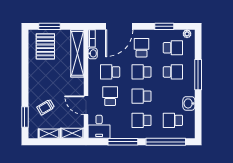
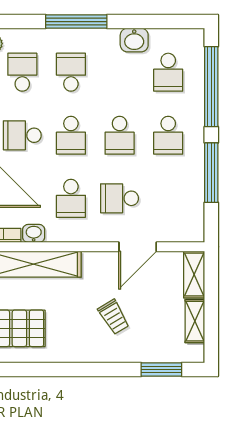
trolley: (46, 107) -> (114, 317), moved
desk: (99, 127) -> (181, 221), removed

